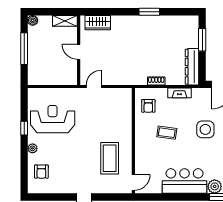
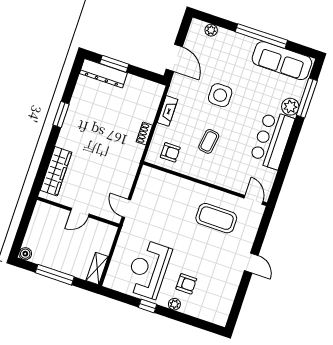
shelving: (65, 21) -> (97, 268), moved
wardrobe: (98, 23) -> (56, 171), width x1.50
dresser: (192, 67) -> (103, 73), moved
armchair: (41, 172) -> (186, 284), moved

